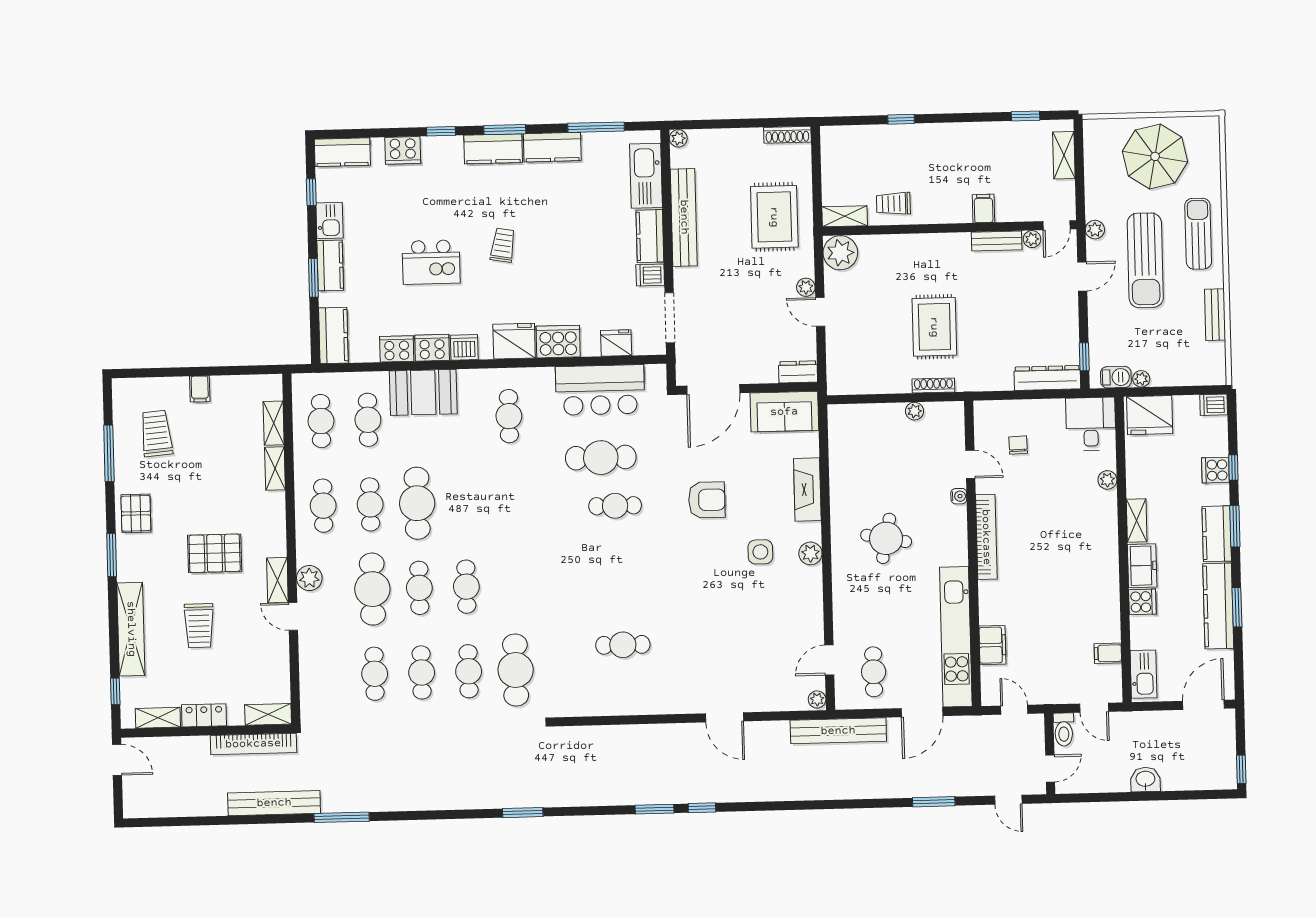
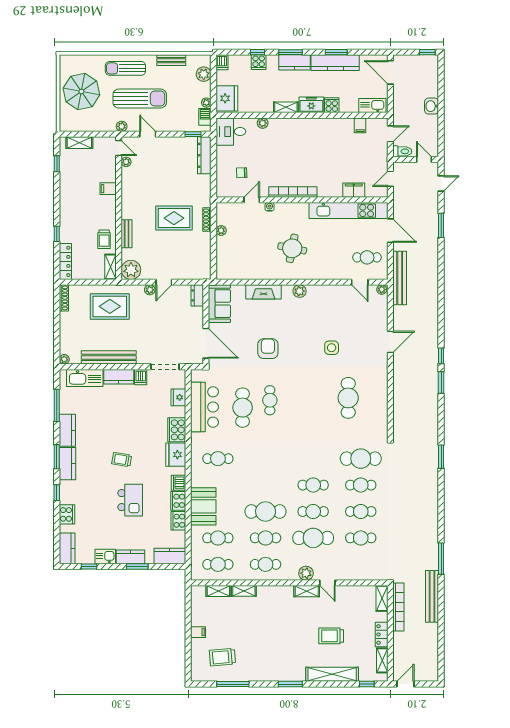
locker: (852, 136) -> (65, 261), added
bench: (997, 241) -> (127, 234), moved
plant: (1192, 373) -> (204, 74), added
pallet: (136, 513) -> (267, 670), removed
side table: (760, 552) -> (332, 348), moved
pallet: (215, 553) -> (291, 626), removed
door: (293, 616) -> (327, 583), hinge flipped
trolley: (199, 626) -> (331, 636), turned 180
cafe table: (623, 645) -> (348, 398), width x1.37, depth x1.35

